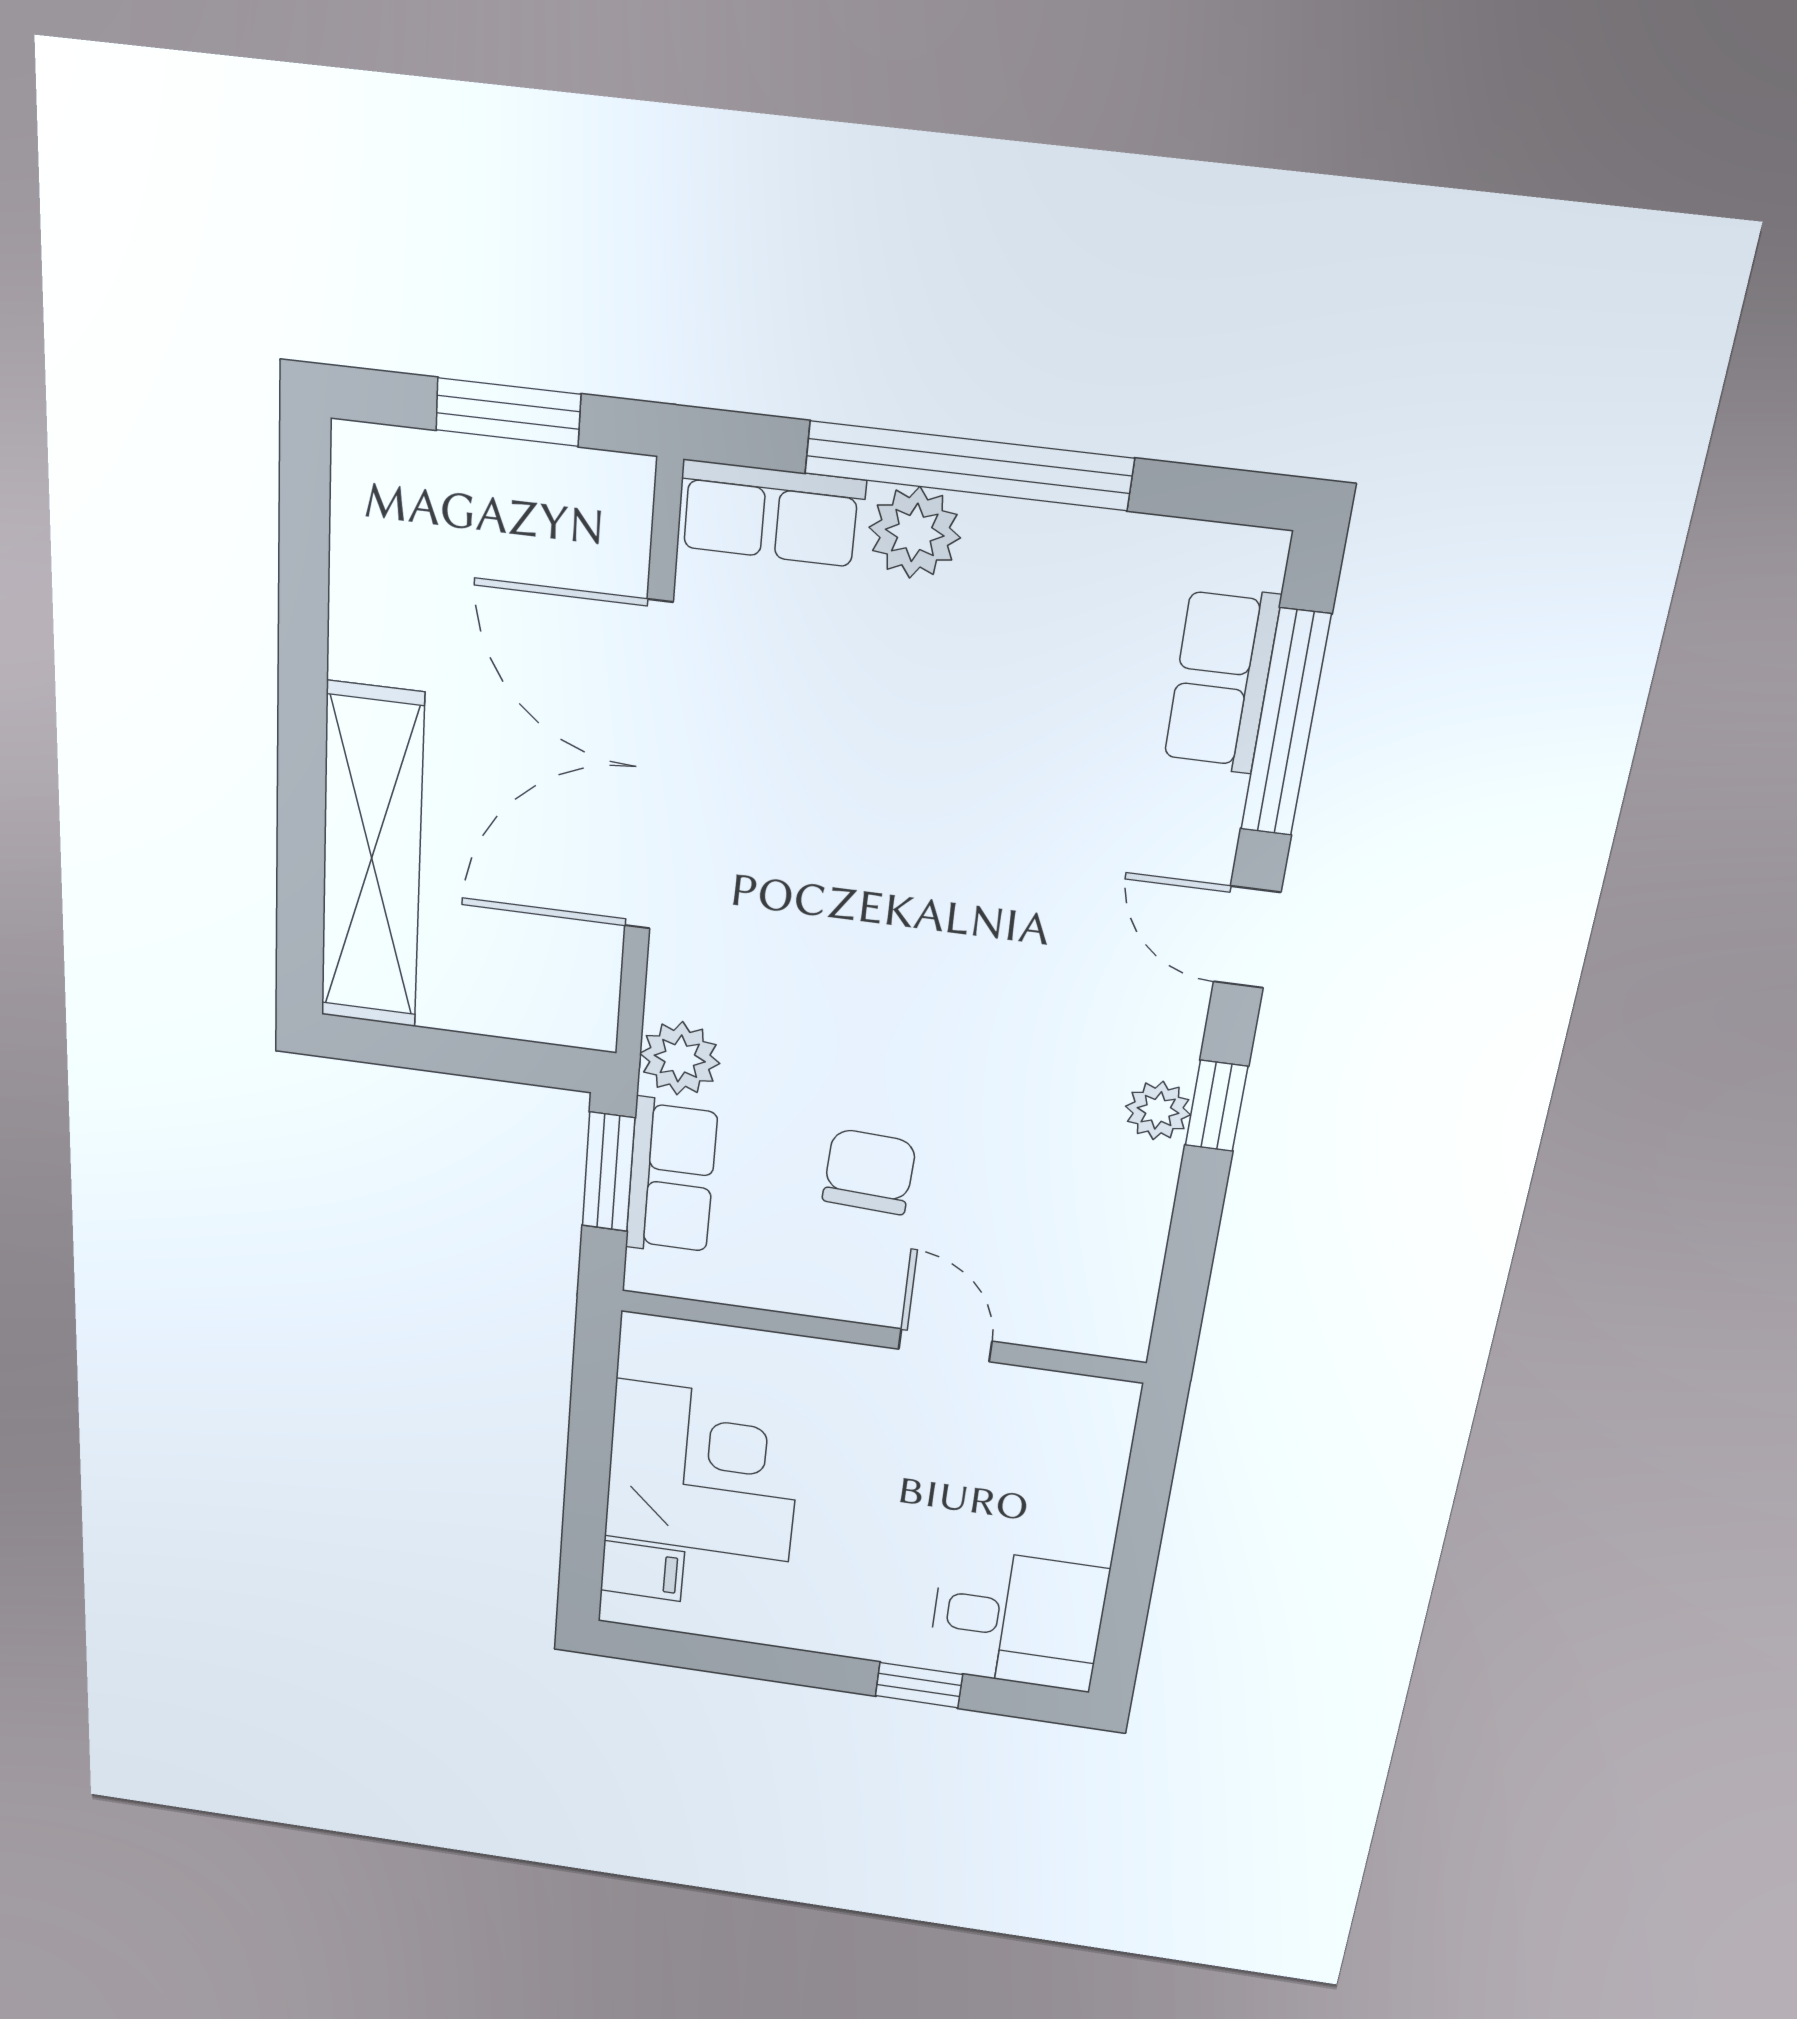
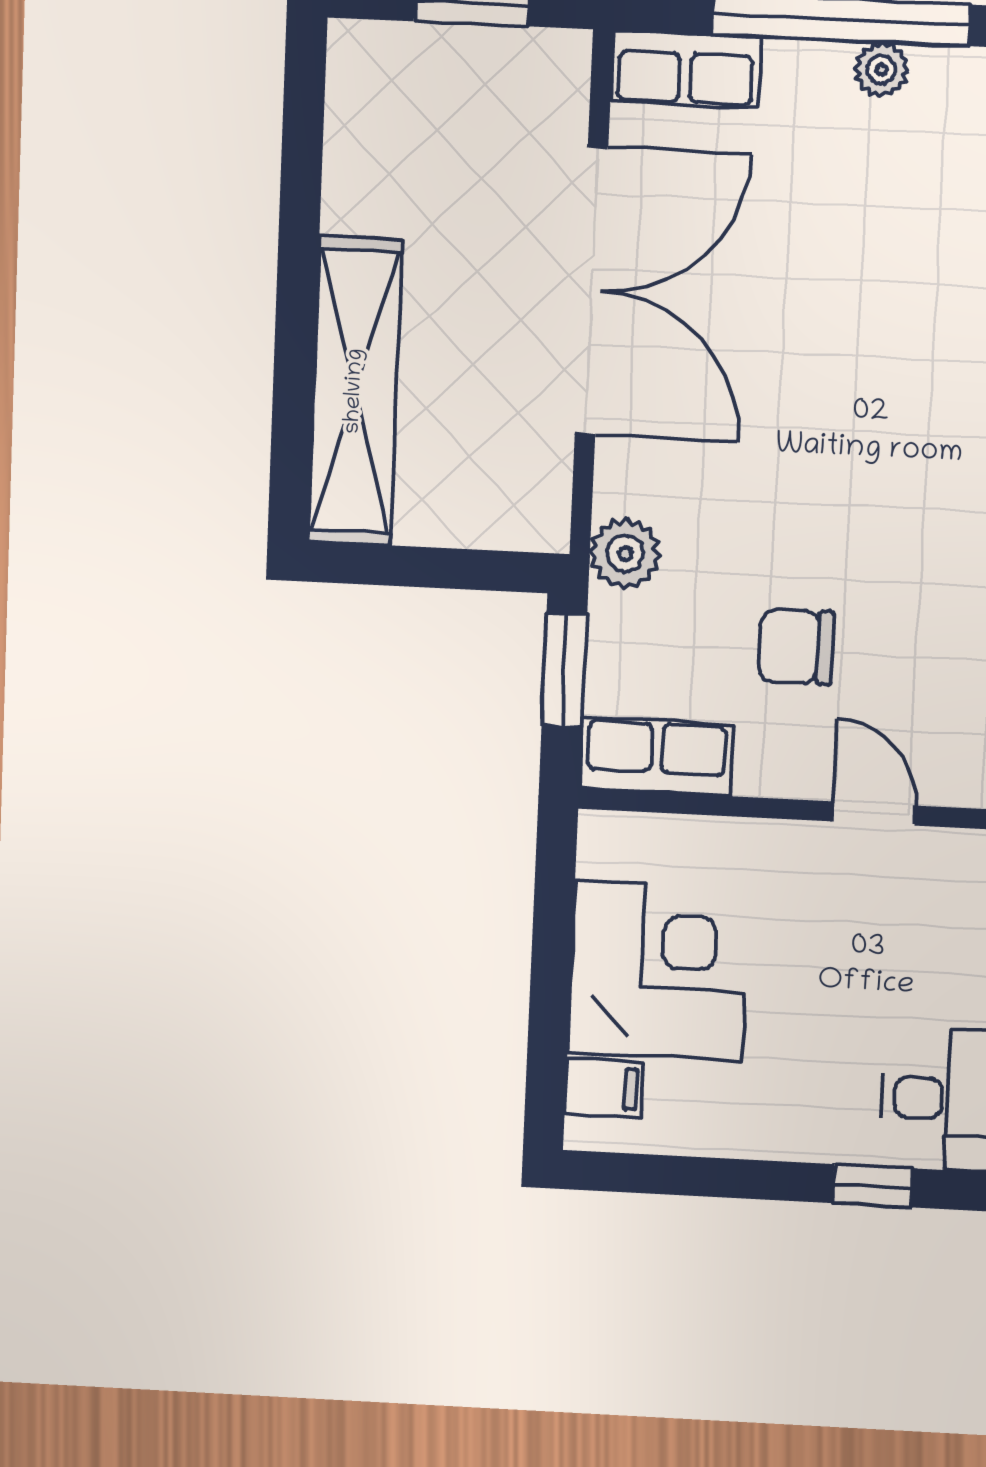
plant: (915, 533) -> (882, 70), moved, width x0.73, depth x0.73
double door: (648, 768) -> (591, 291), swing flipped
chair: (869, 1172) -> (796, 647), turned -93
row of seats: (671, 1177) -> (656, 757), moved, turned -90

